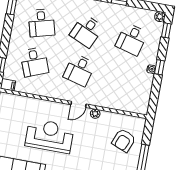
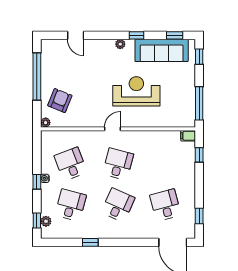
plant: (160, 17) -> (46, 221), moved
desk: (34, 62) -> (71, 164), moved
plant: (95, 114) -> (46, 123), moved
reception desk: (49, 136) -> (136, 91), turned 180

